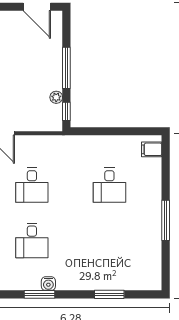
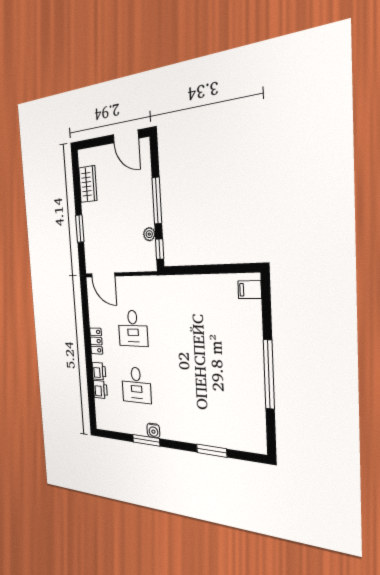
desk: (109, 185) -> (206, 331), removed
window: (166, 220) -> (269, 375), width x1.46

